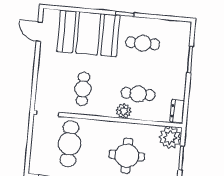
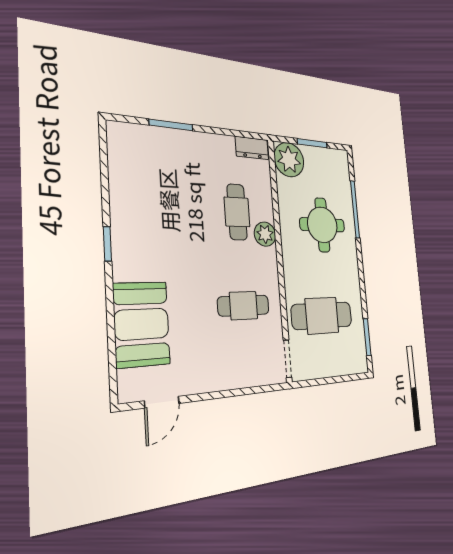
booth: (88, 33) -> (142, 324), width x0.73, depth x0.70
cafe table: (143, 43) -> (156, 208), removed

